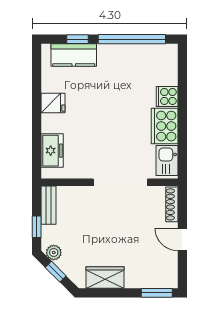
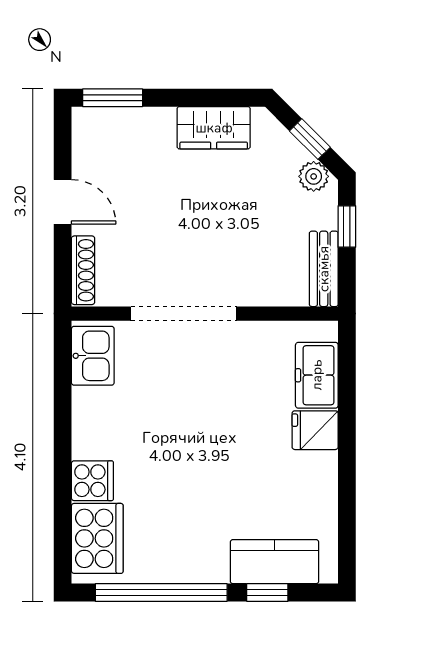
fridge: (53, 103) -> (315, 430), moved
cooker: (165, 126) -> (97, 538), moved

